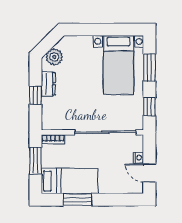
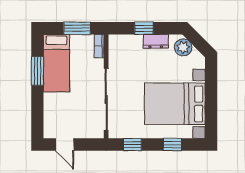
bed with nightstands: (118, 65) -> (175, 104), width x1.36
window: (149, 67) -> (172, 144), width x0.67
nightstand: (138, 158) -> (80, 133), removed
door: (149, 173) -> (65, 144), swing flipped

